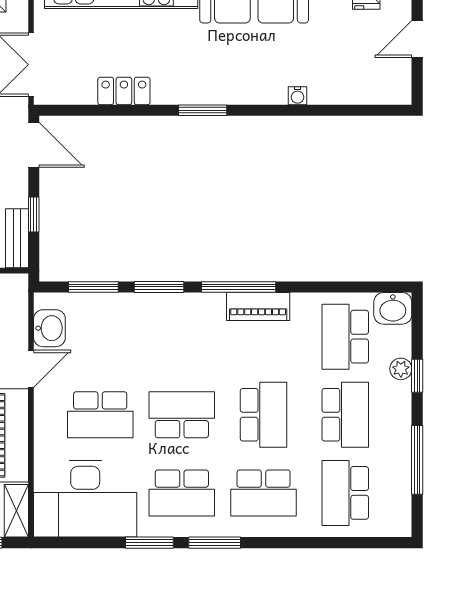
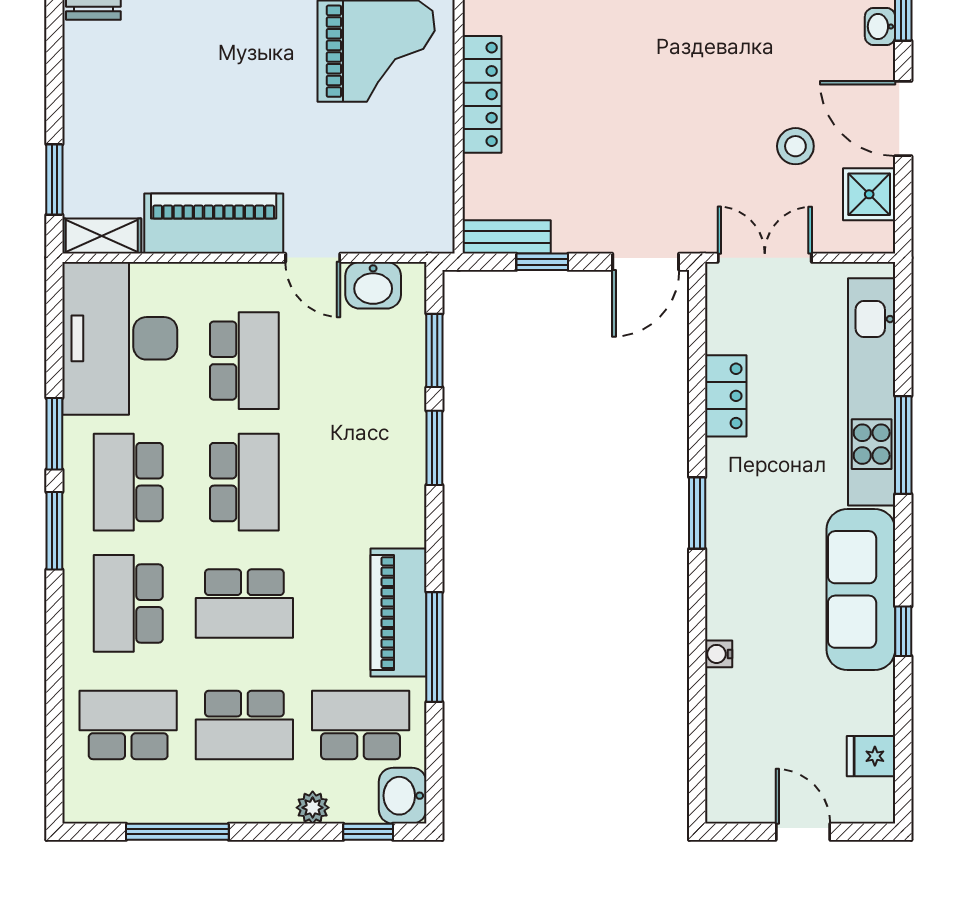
window: (239, 287) -> (434, 647), moved
piano: (258, 307) -> (398, 613), width x1.37, depth x1.33
window: (417, 376) -> (368, 832), moved
school desk: (100, 415) -> (244, 361), turned 180

